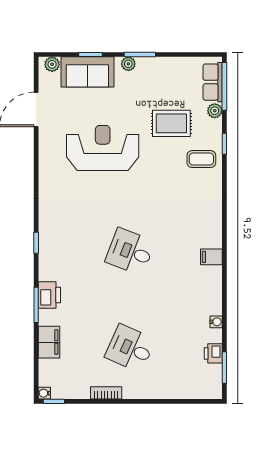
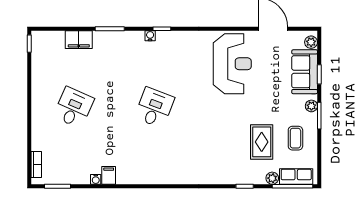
reception desk: (103, 148) -> (232, 64), moved
coffee table: (201, 159) -> (295, 138), moved
filing cabinet: (211, 257) -> (109, 175), moved
printer: (49, 295) -> (118, 40), removed
printer: (213, 353) -> (69, 177), removed
water cooler: (44, 393) -> (150, 36), moved
bookcase: (106, 393) -> (36, 164), moved

